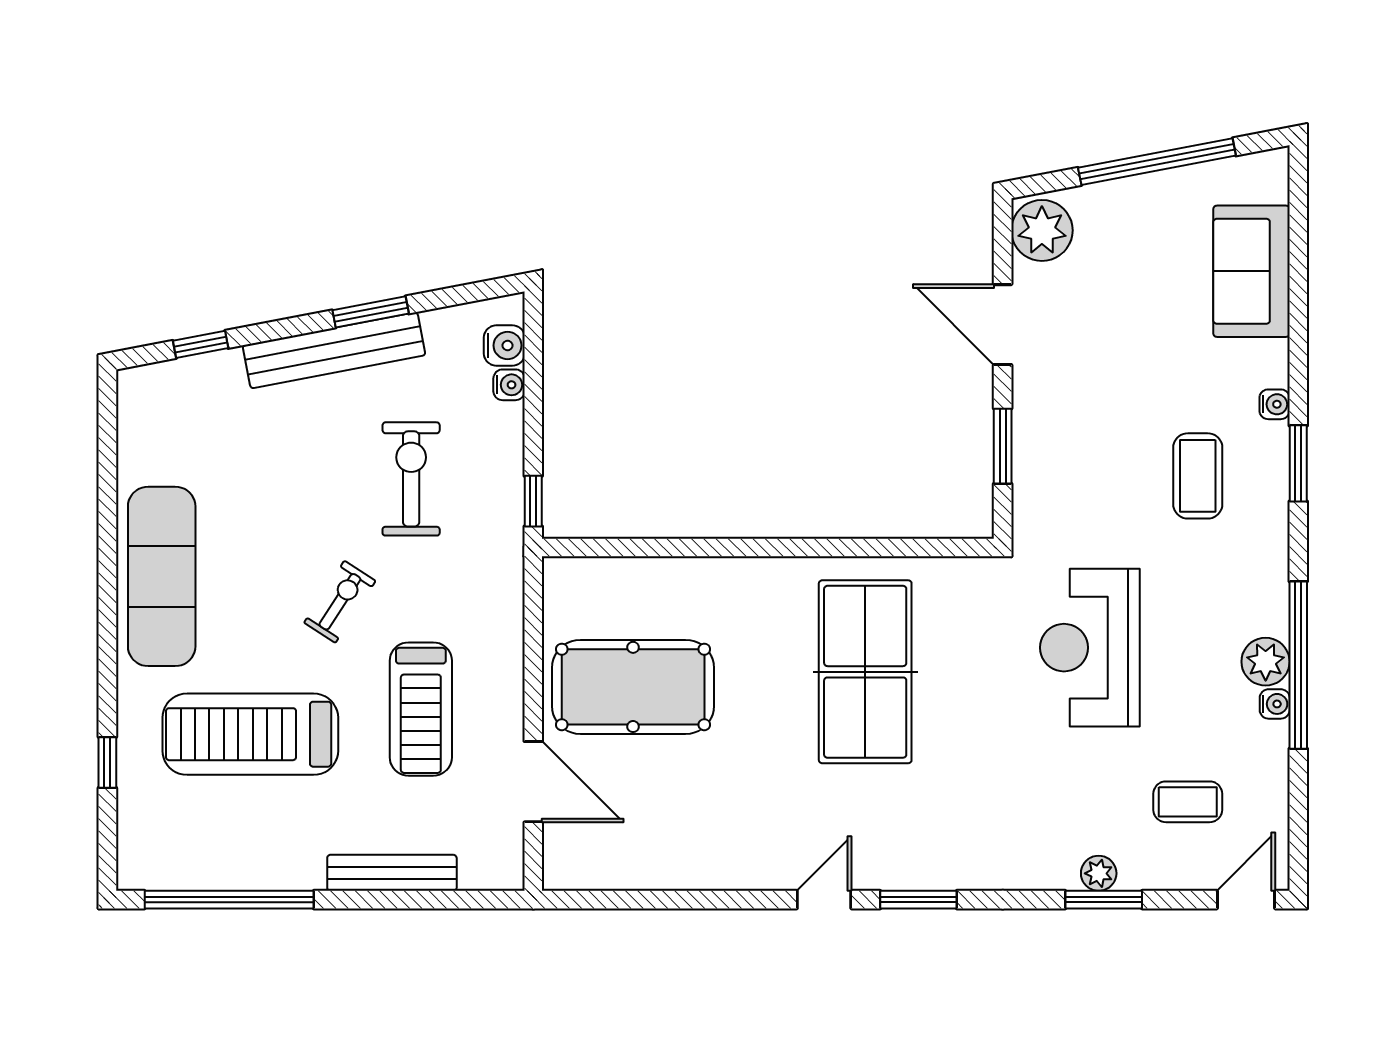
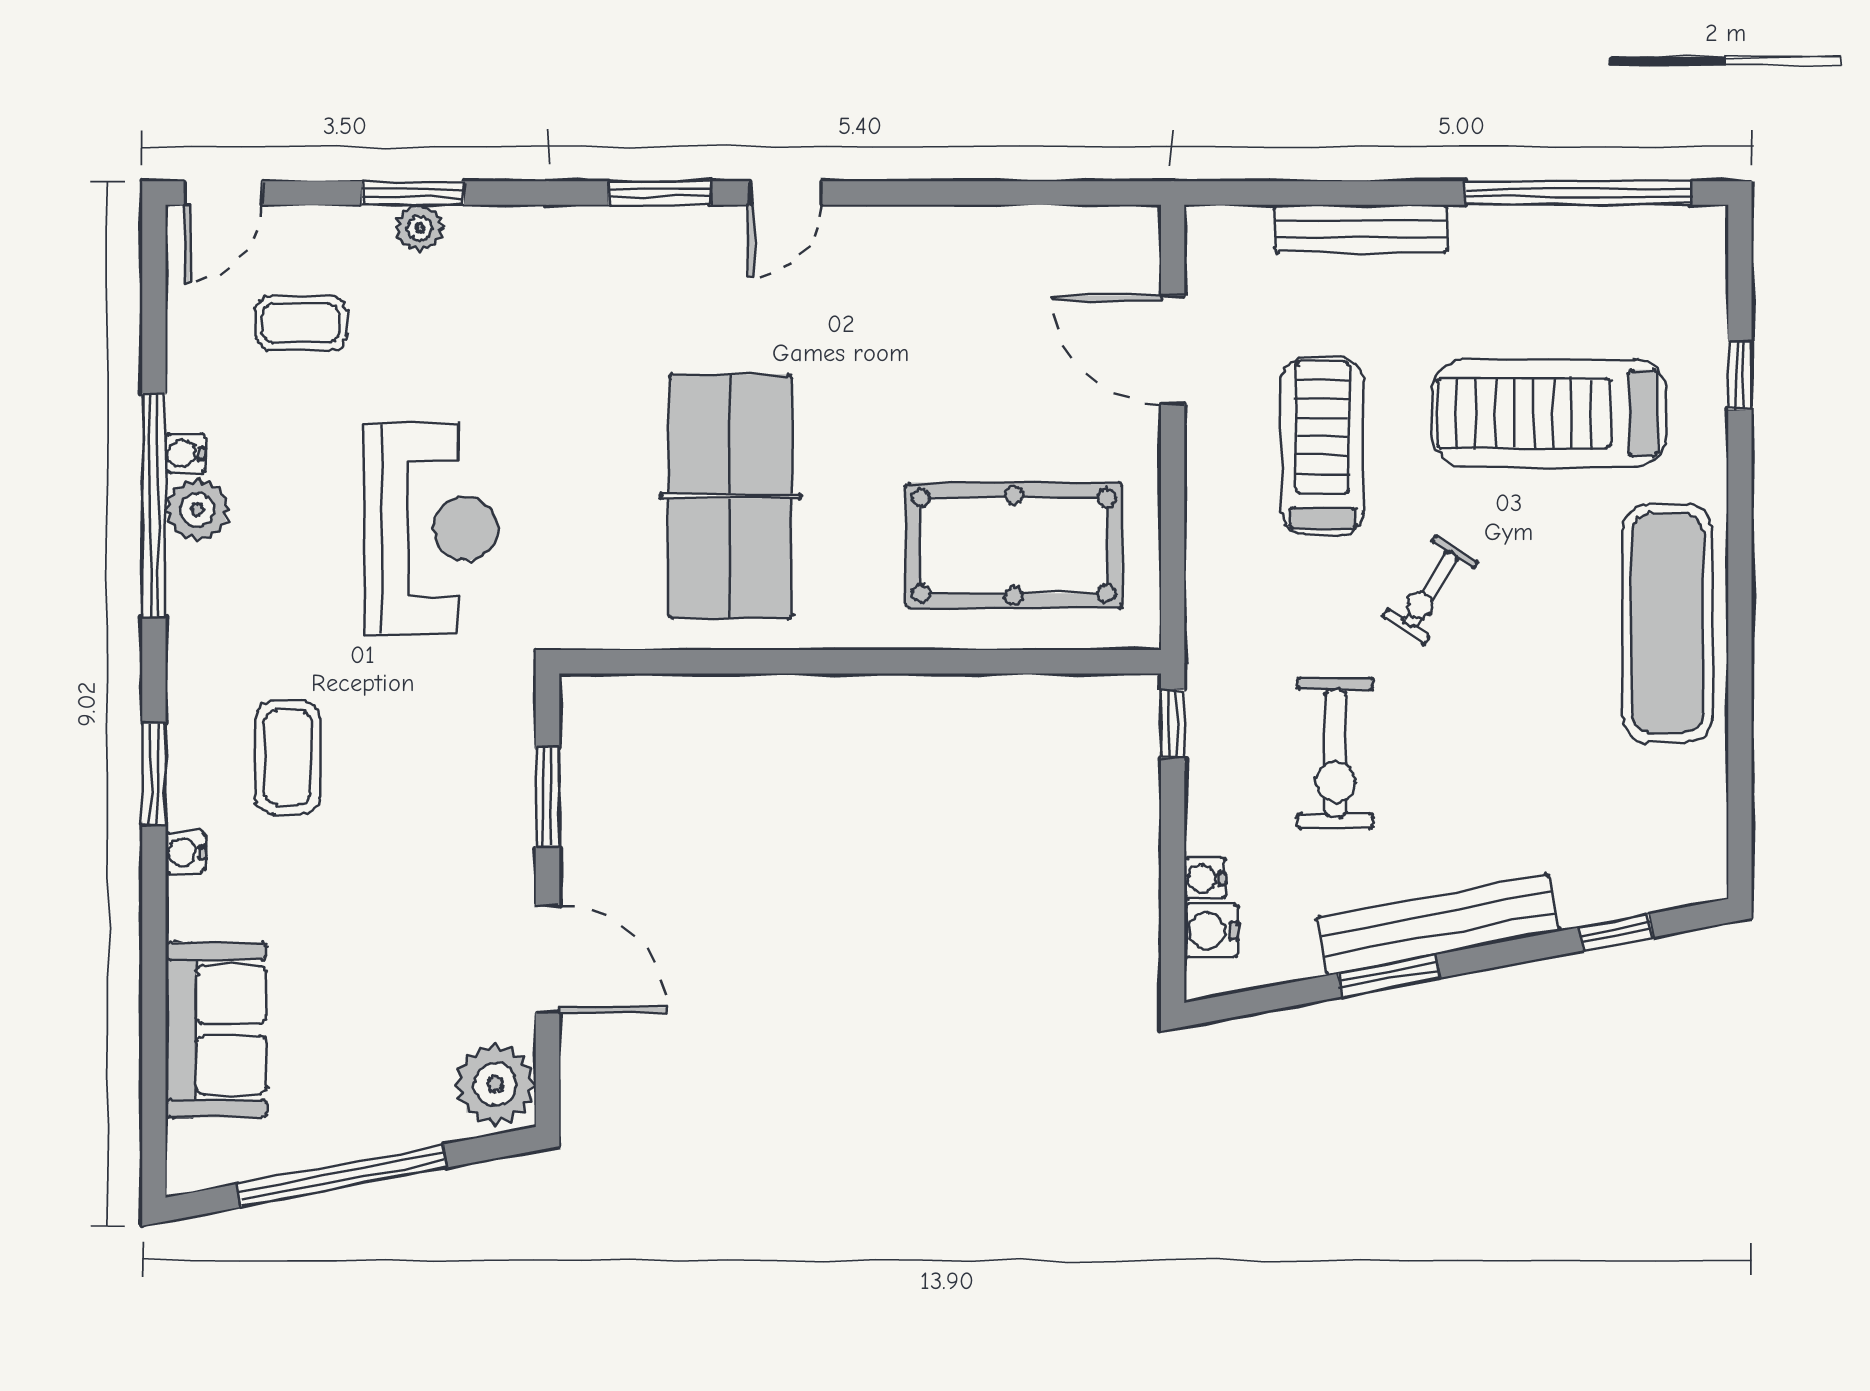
pool table: (633, 687) -> (1014, 545), moved
treadmill: (250, 734) -> (1549, 413), turned 180

